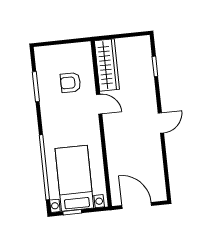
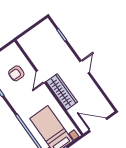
wardrobe: (107, 65) -> (62, 92), moved
door: (99, 104) -> (41, 77), swing flipped

